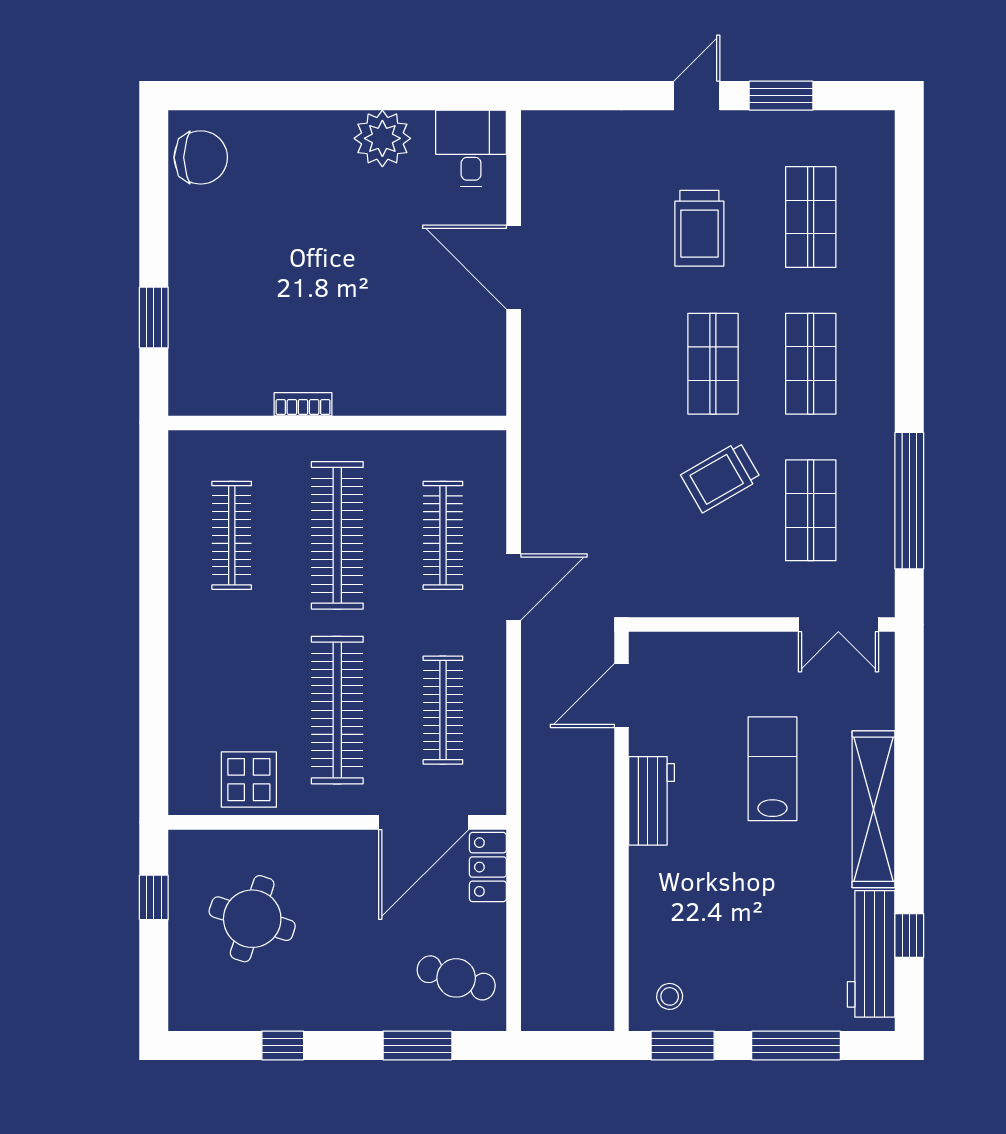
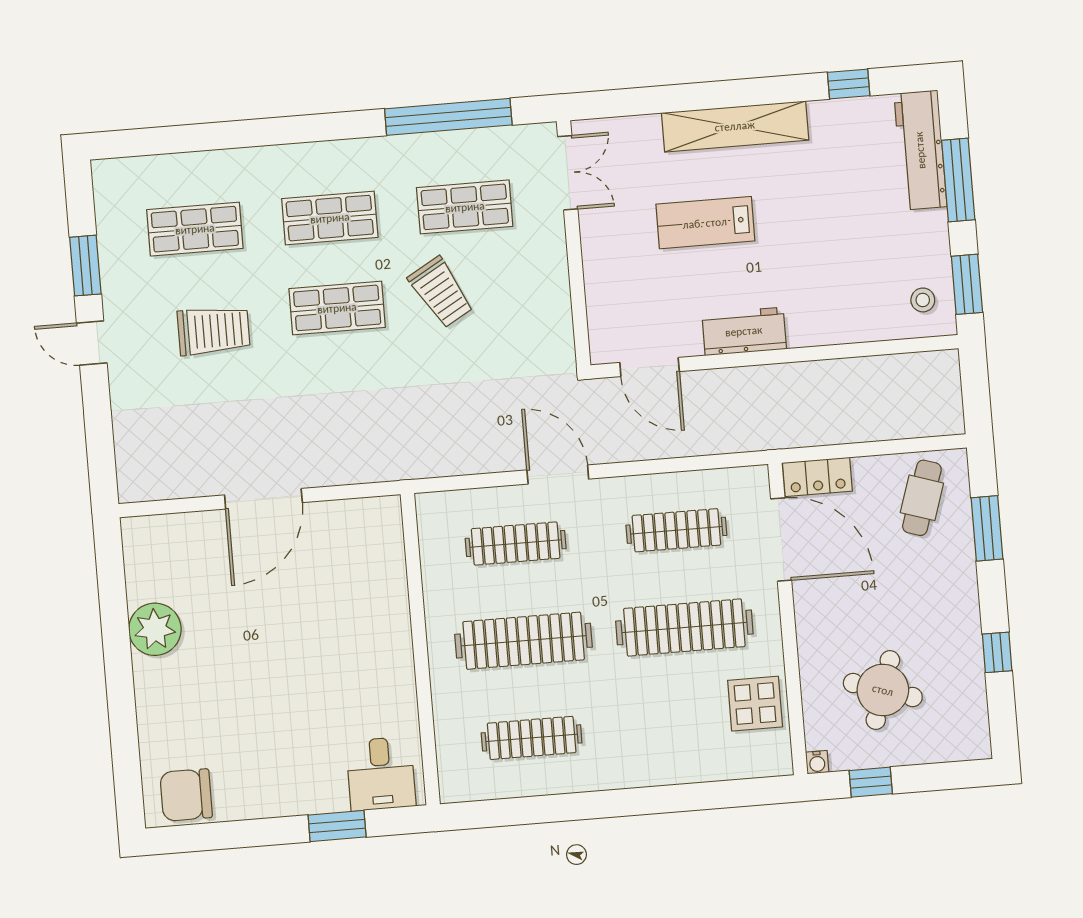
desk: (471, 148) -> (381, 774), moved, turned -90
chair: (201, 157) -> (186, 795), turned -90
bookcase: (303, 404) -> (406, 682), removed
water cooler: (180, 841) -> (817, 762), added
workbench: (871, 954) -> (920, 150), moved, turned 90

